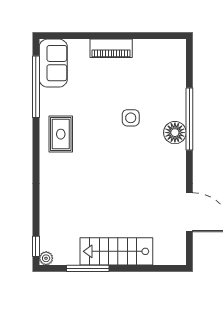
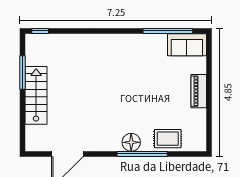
side table: (131, 118) -> (143, 107), removed
rug: (61, 134) -> (168, 139), moved
plant: (46, 258) -> (30, 39), removed

